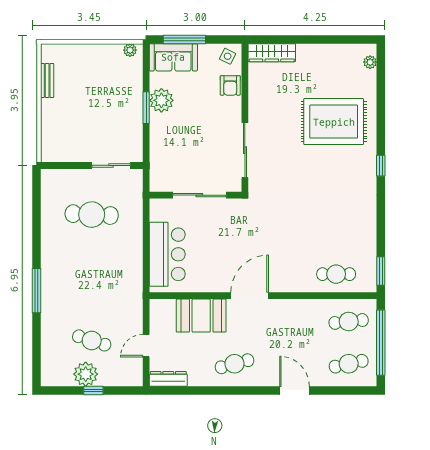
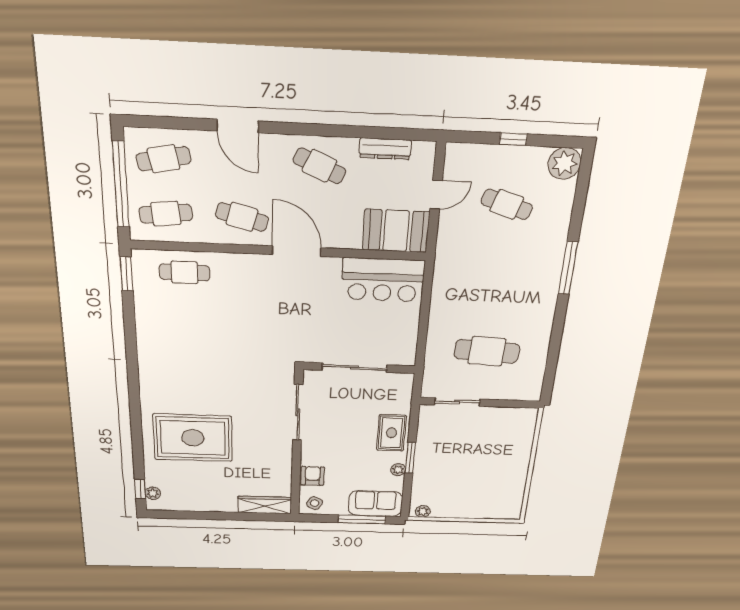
bench: (47, 80) -> (519, 486), removed
plant: (161, 100) -> (398, 470), width x0.53, depth x0.53
rug: (164, 133) -> (391, 433), added
window: (381, 166) -> (140, 489), moved
bar counter: (167, 254) -> (383, 280), moved, turned -90
door: (250, 296) -> (297, 251), swing flipped
booth: (201, 316) -> (396, 231), moved
cafe table: (292, 321) -> (242, 217), added
cafe table: (235, 364) -> (319, 166), turned 39
plant: (86, 374) -> (564, 163), moved
dresser: (168, 379) -> (385, 149), moved

